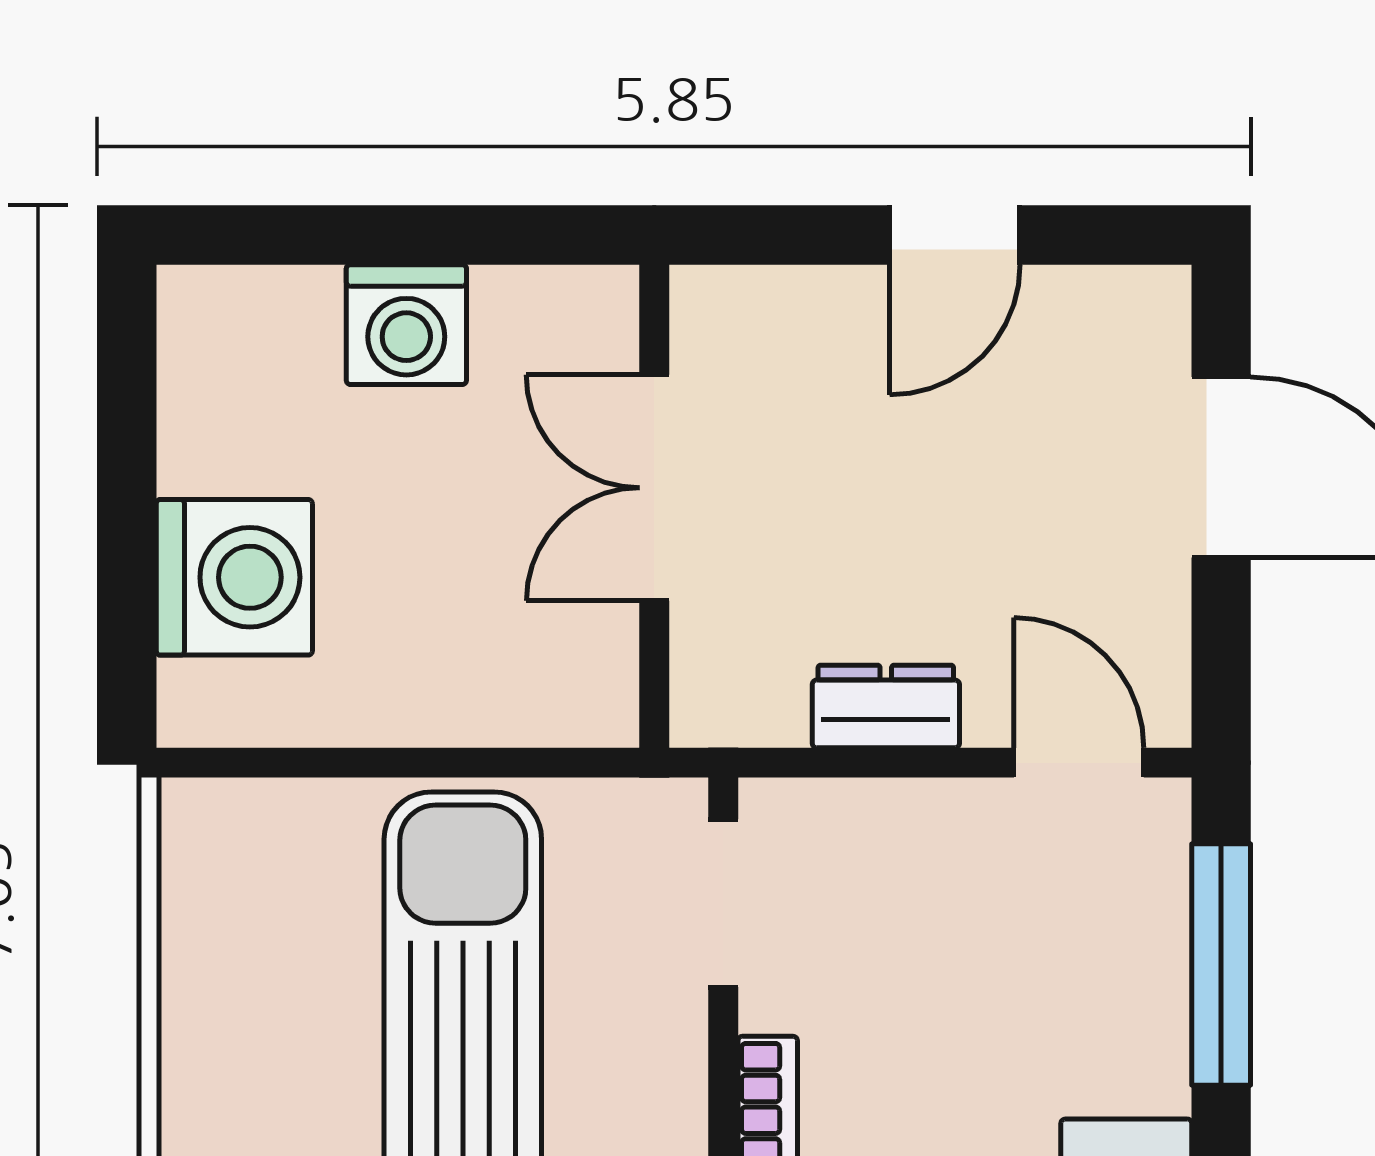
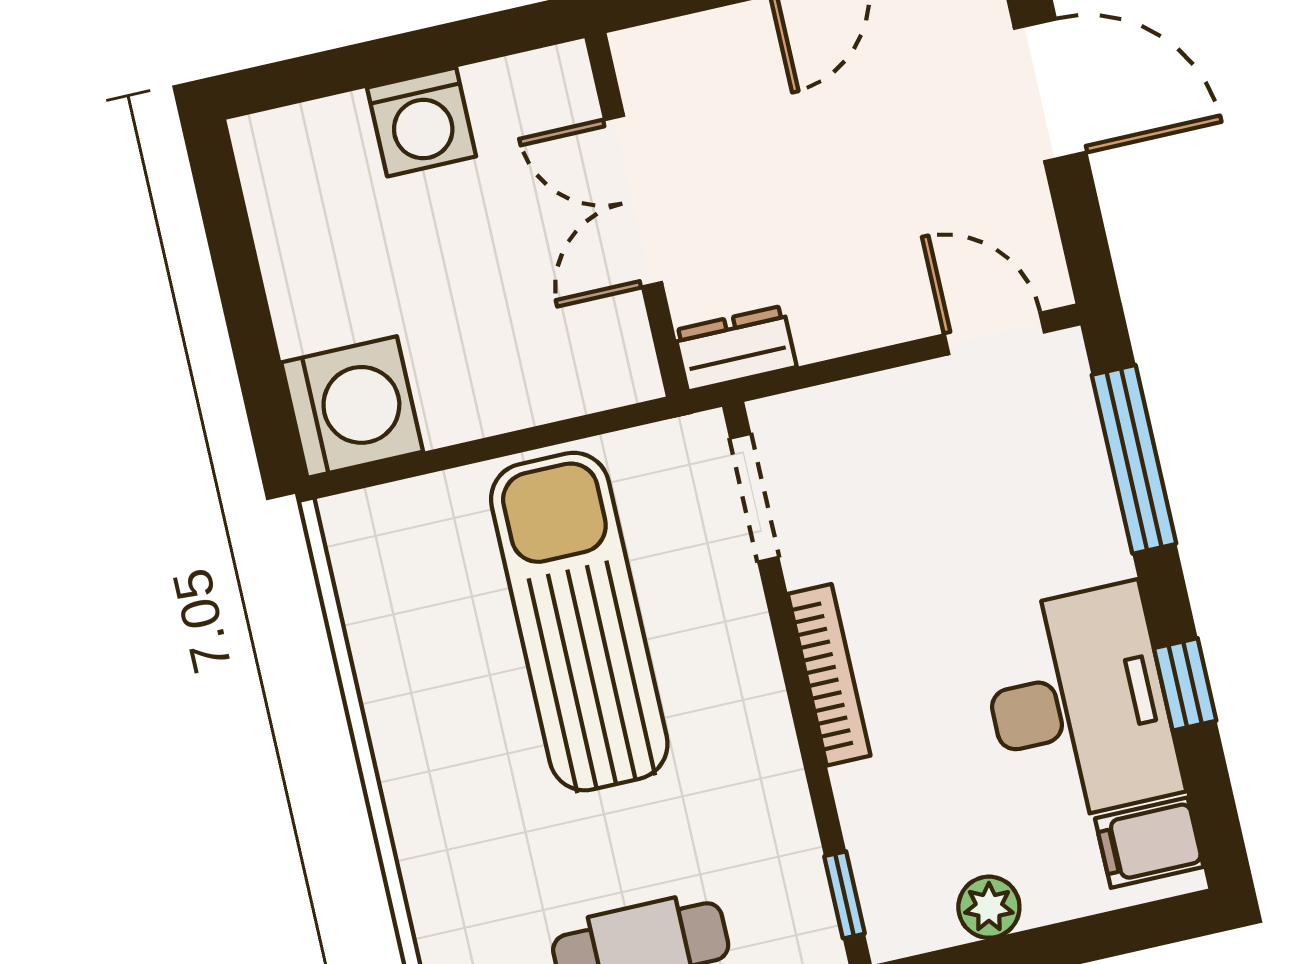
washing machine: (234, 577) -> (352, 407), moved
dresser: (886, 706) -> (735, 349), moved

